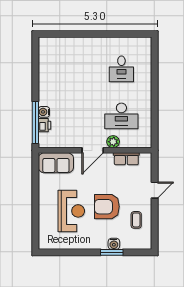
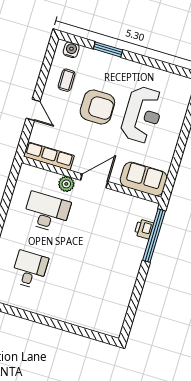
water cooler: (44, 112) -> (140, 245), removed
row of seats: (126, 159) -> (49, 156), width x1.48
door: (155, 190) -> (33, 110), swing flipped
reception desk: (71, 211) -> (142, 115), turned 180
water cooler: (114, 244) -> (71, 50), moved

